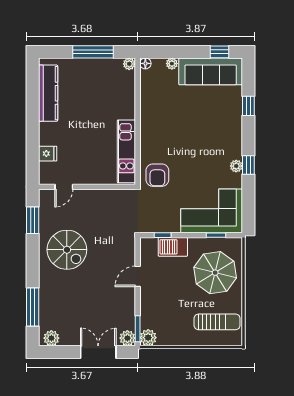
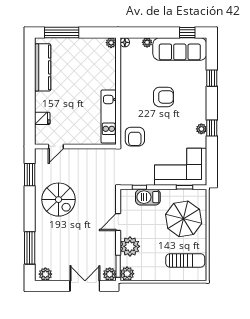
window: (93, 52) -> (62, 32), moved
armchair: (191, 128) -> (164, 97), added
plant: (152, 305) -> (130, 246), added

